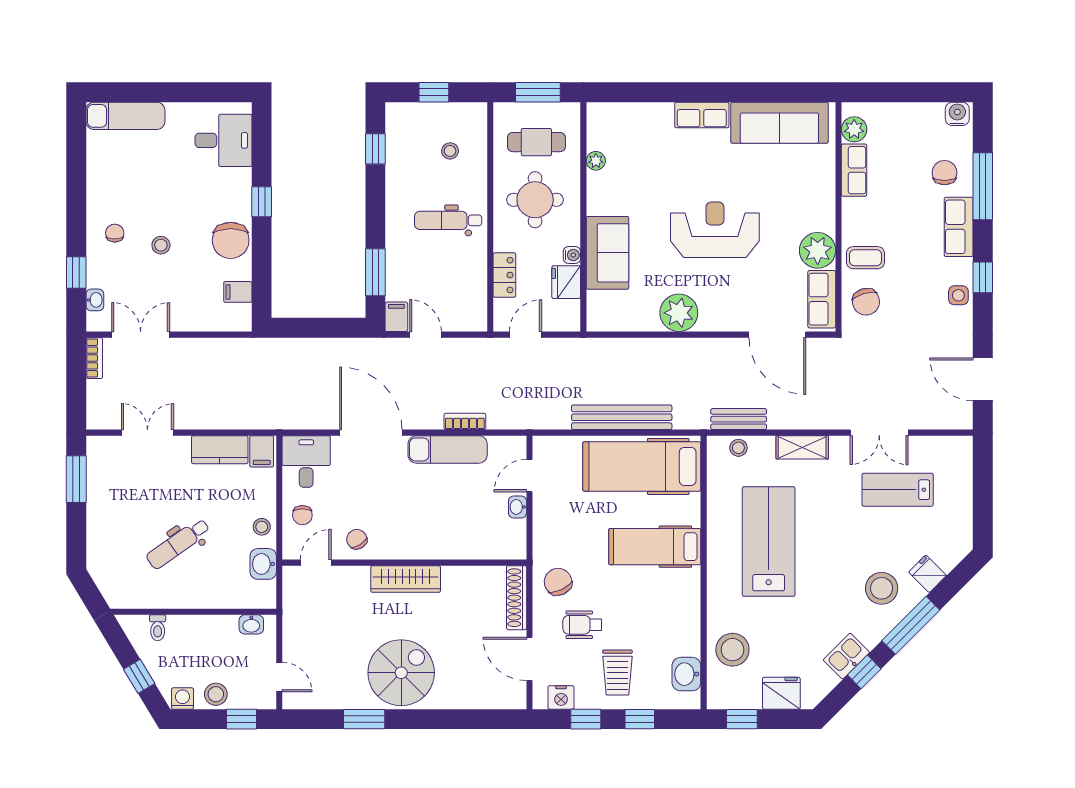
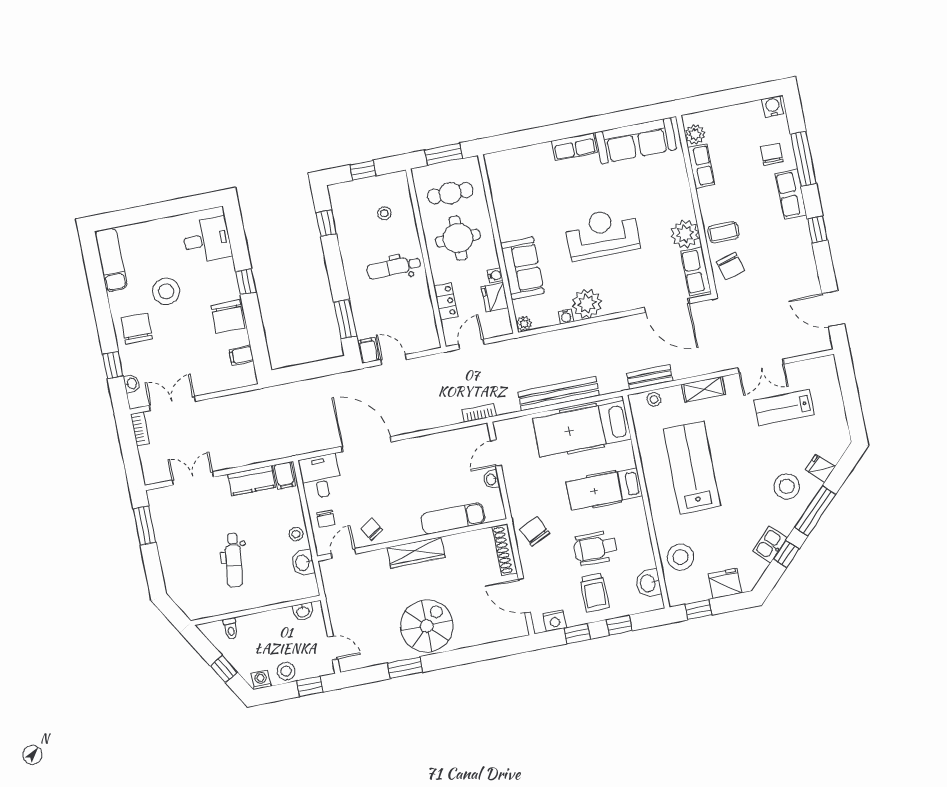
exam couch: (125, 116) -> (111, 260), moved, turned -90
plant: (596, 161) -> (524, 324), moved
chair: (115, 233) -> (137, 329), width x1.87, depth x1.87
stool: (161, 245) -> (166, 291), moved, width x1.89, depth x1.89
side table: (958, 295) -> (801, 247), removed
water cooler: (650, 323) -> (566, 316), added
bookcase: (465, 421) -> (479, 413), moved
exam couch: (448, 449) -> (453, 518), moved, turned 180
dental chair: (178, 544) -> (234, 560), turned -47
wheelchair: (582, 625) -> (596, 548), moved, width x1.36, depth x1.37

